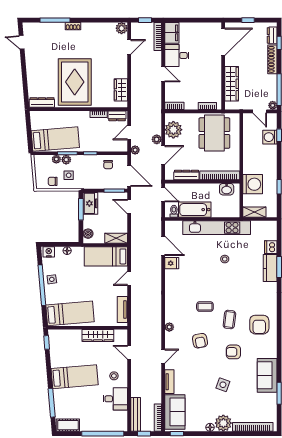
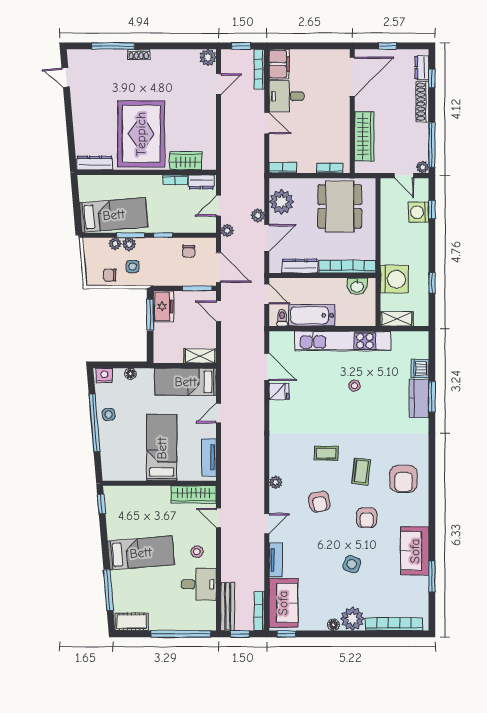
wardrobe: (121, 90) -> (186, 161), moved, turned 90
boiler: (88, 234) -> (160, 349), removed
bed: (70, 313) -> (162, 448), moved, turned -85
wardrobe: (98, 336) -> (194, 494), moved
armchair: (233, 352) -> (367, 518), turned -90

